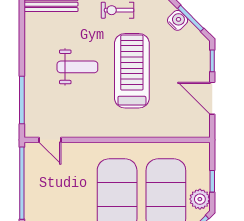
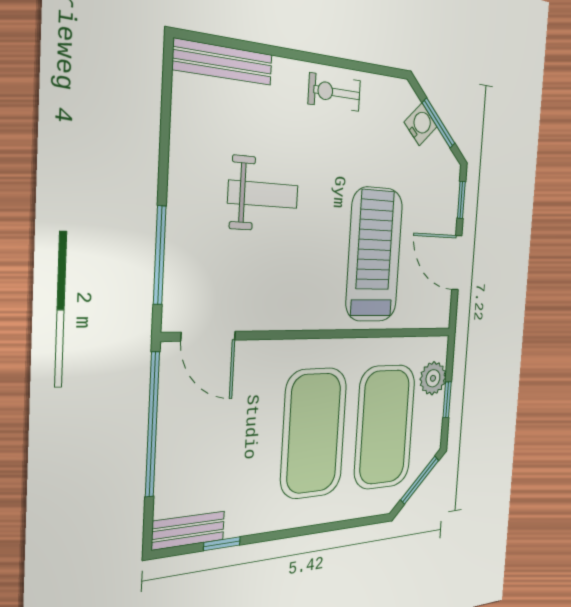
treadmill: (132, 71) -> (374, 255), moved
door: (50, 140) -> (208, 336), width x1.38
plant: (200, 199) -> (433, 378), moved

